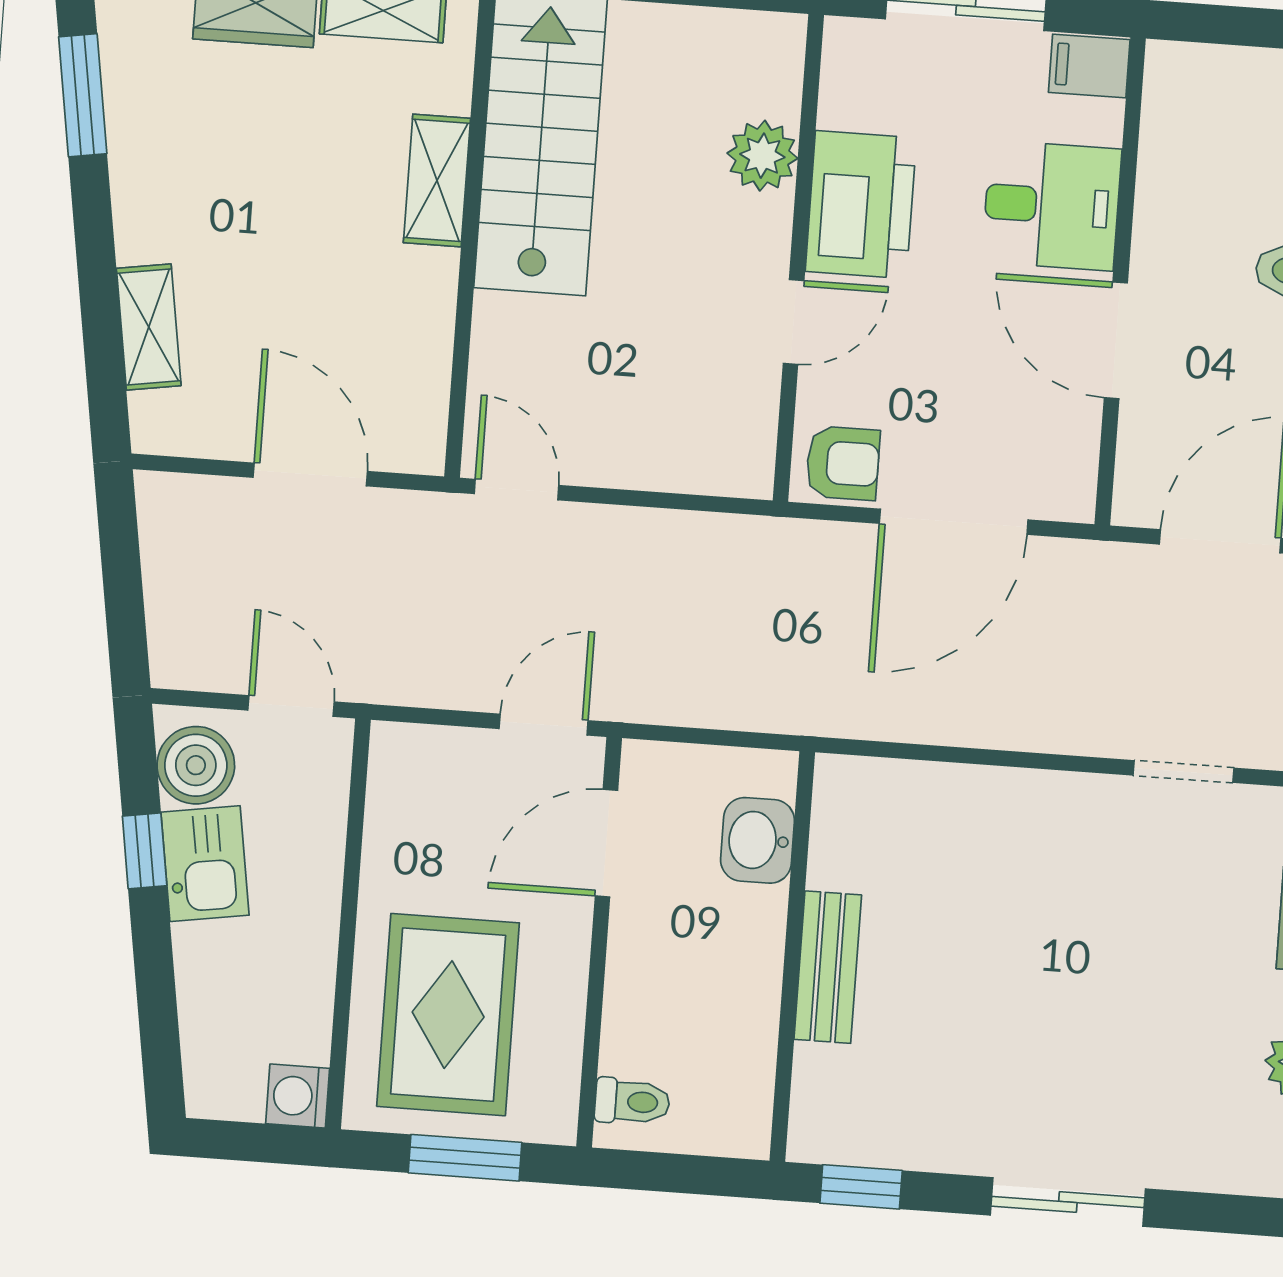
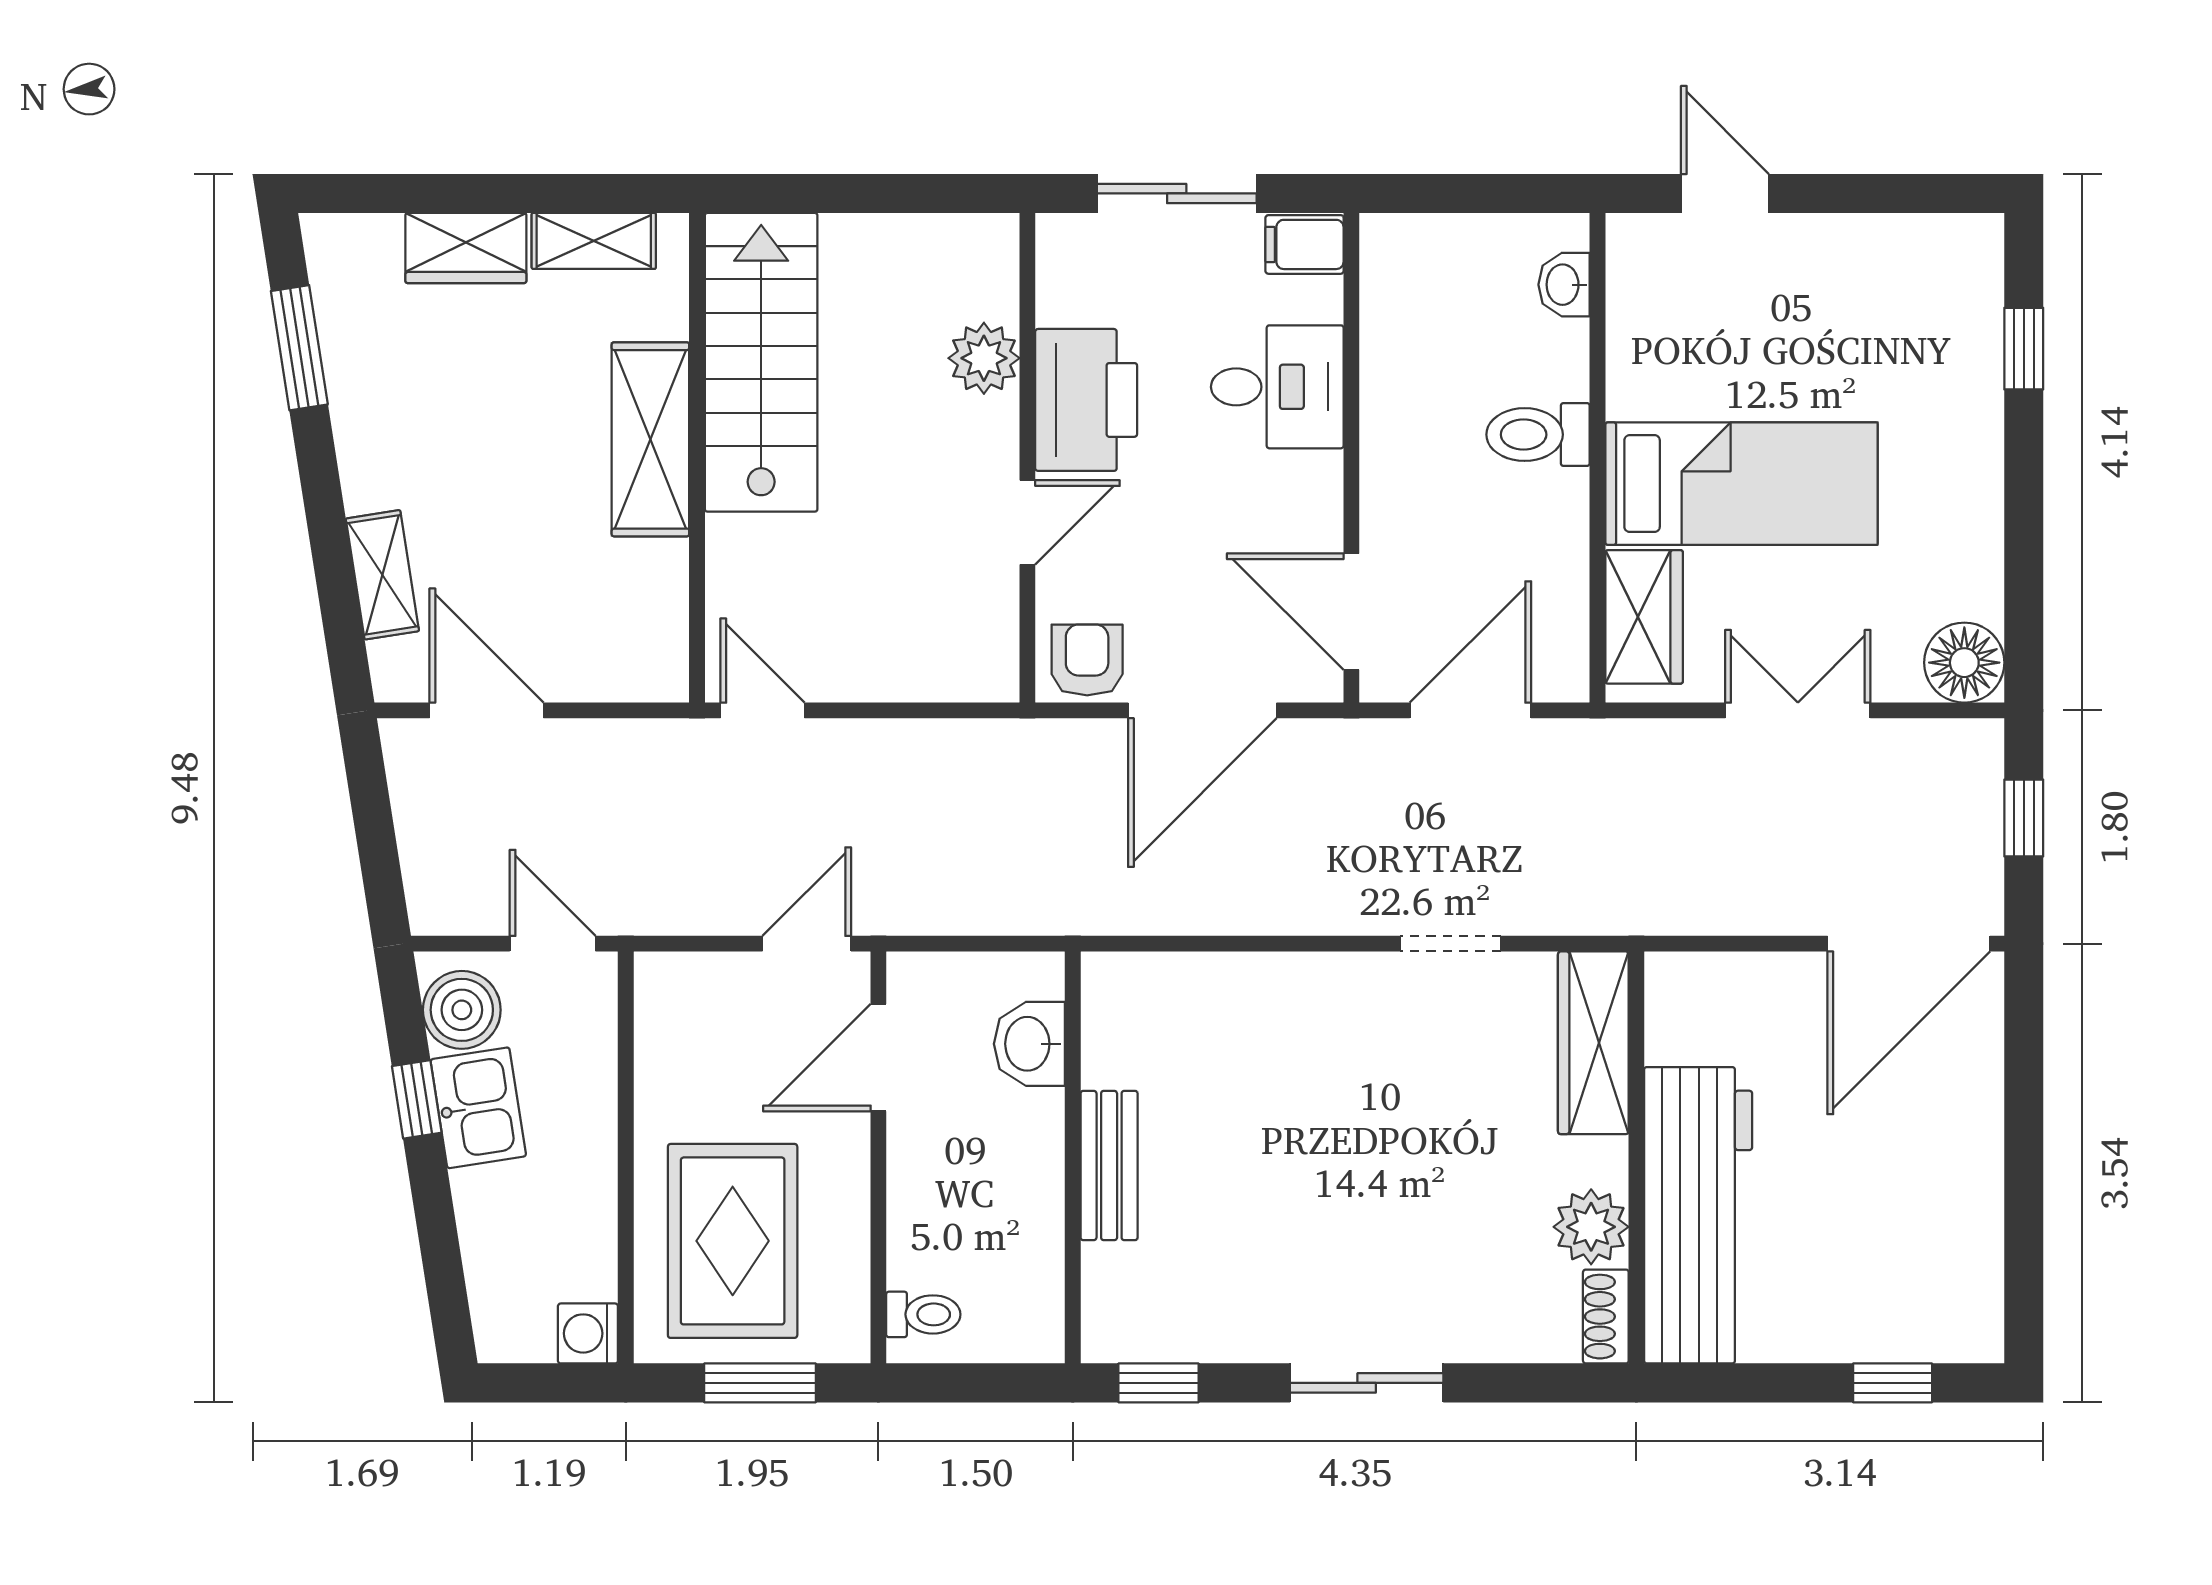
shelving: (437, 180) -> (650, 439), width x1.50, depth x1.33
door: (1116, 340) -> (1351, 612), moved
armchair: (843, 463) -> (1087, 660), turned -90
door: (310, 474) -> (487, 710), moved

